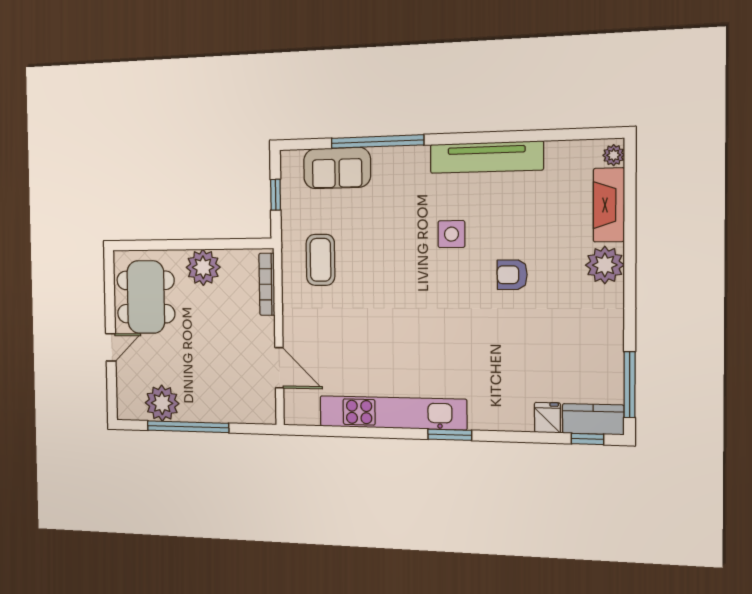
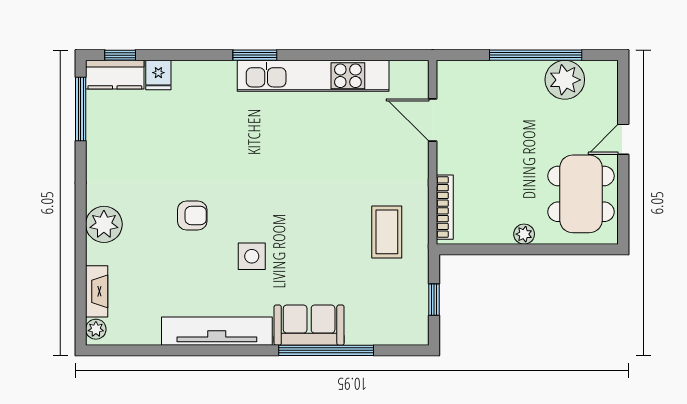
sofa: (337, 168) -> (309, 325), moved
fireplace: (609, 205) -> (97, 291), width x0.73, depth x0.76
plant: (203, 267) -> (524, 234), width x0.53, depth x0.53

